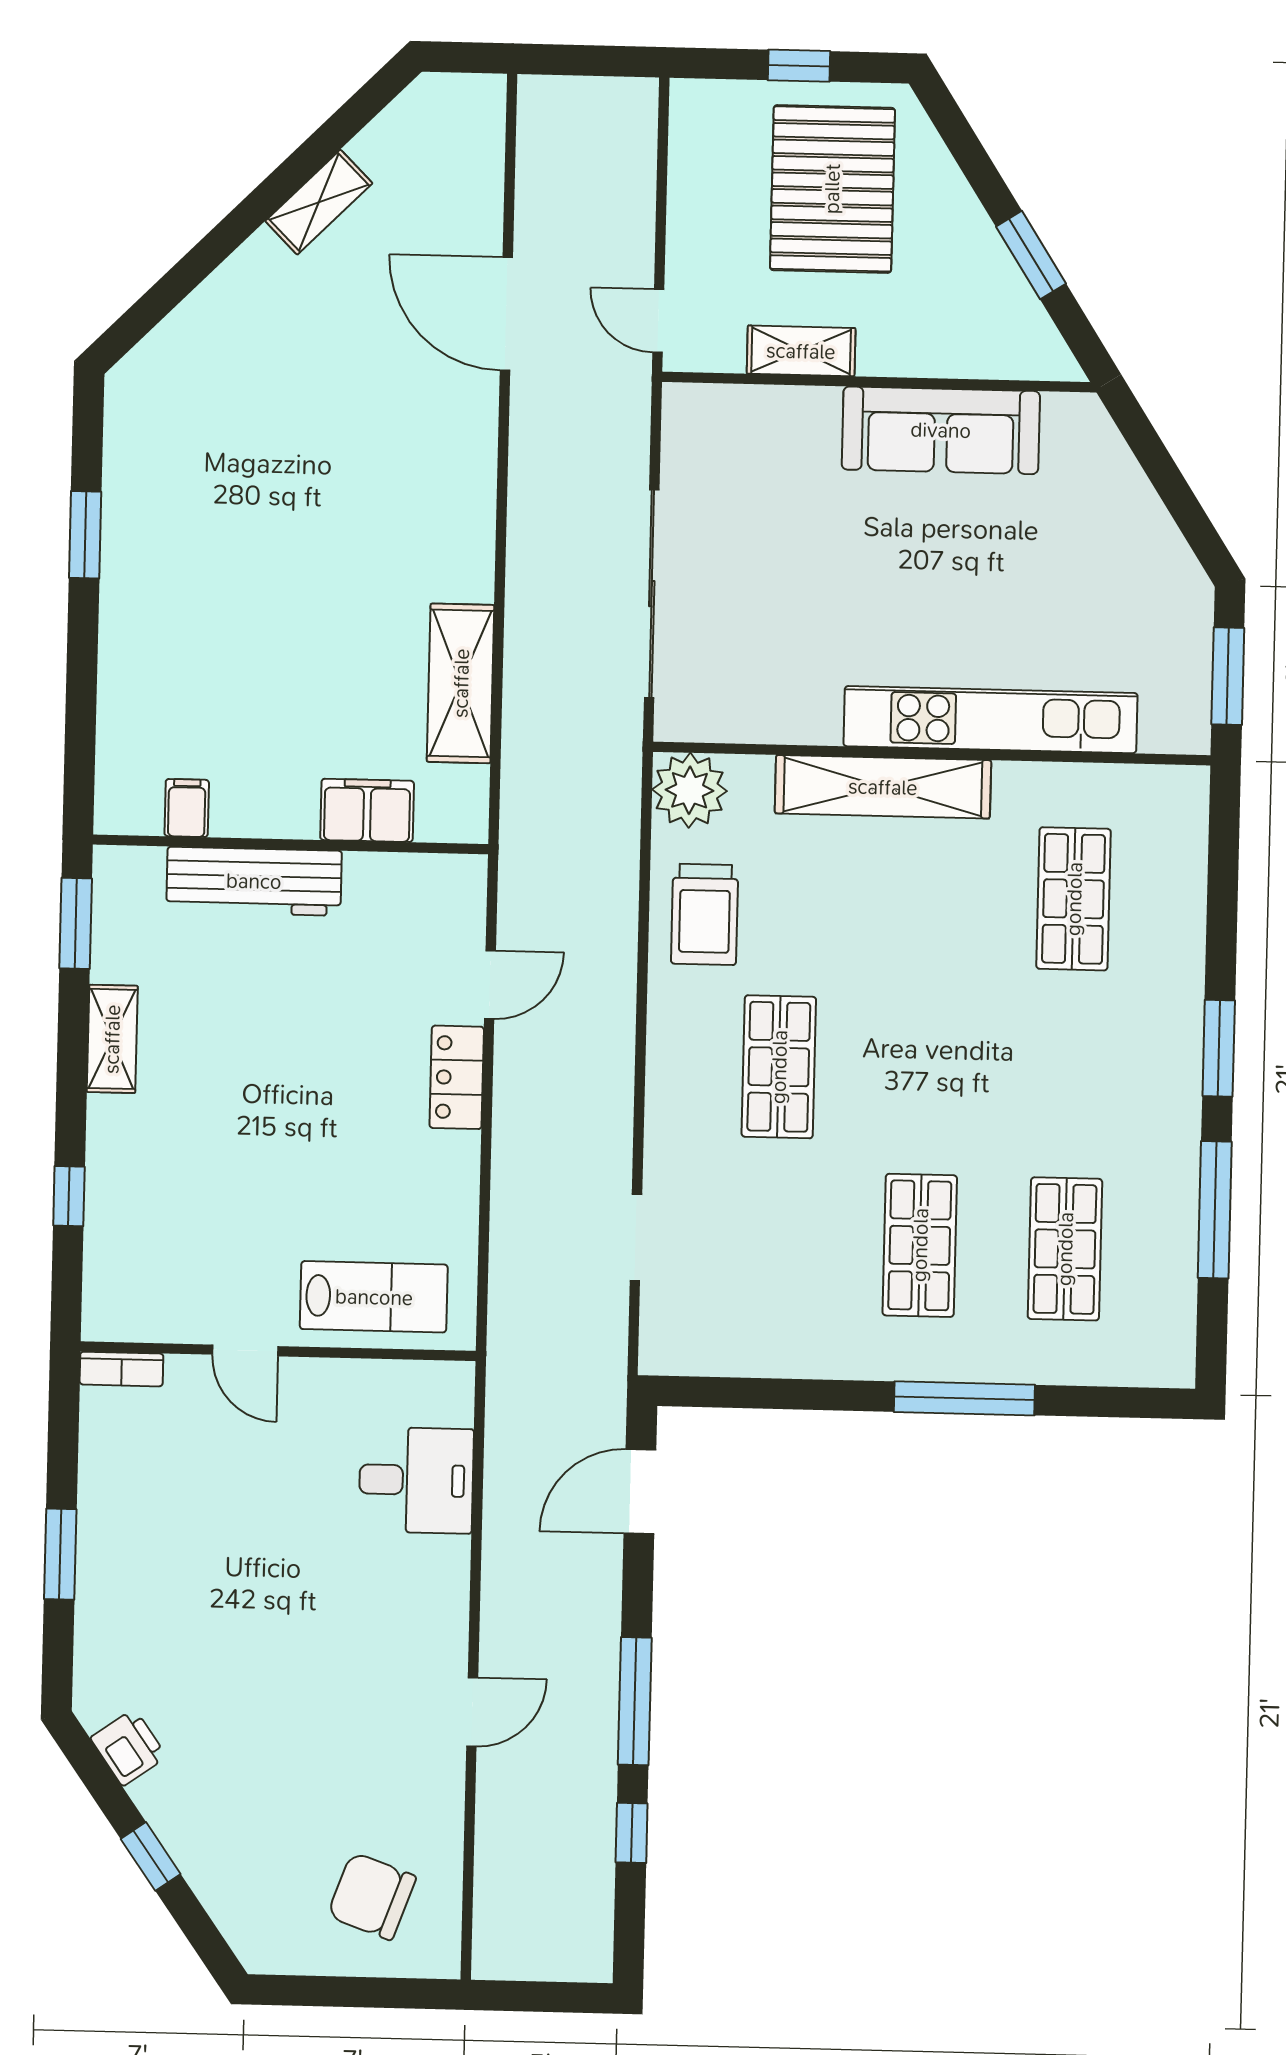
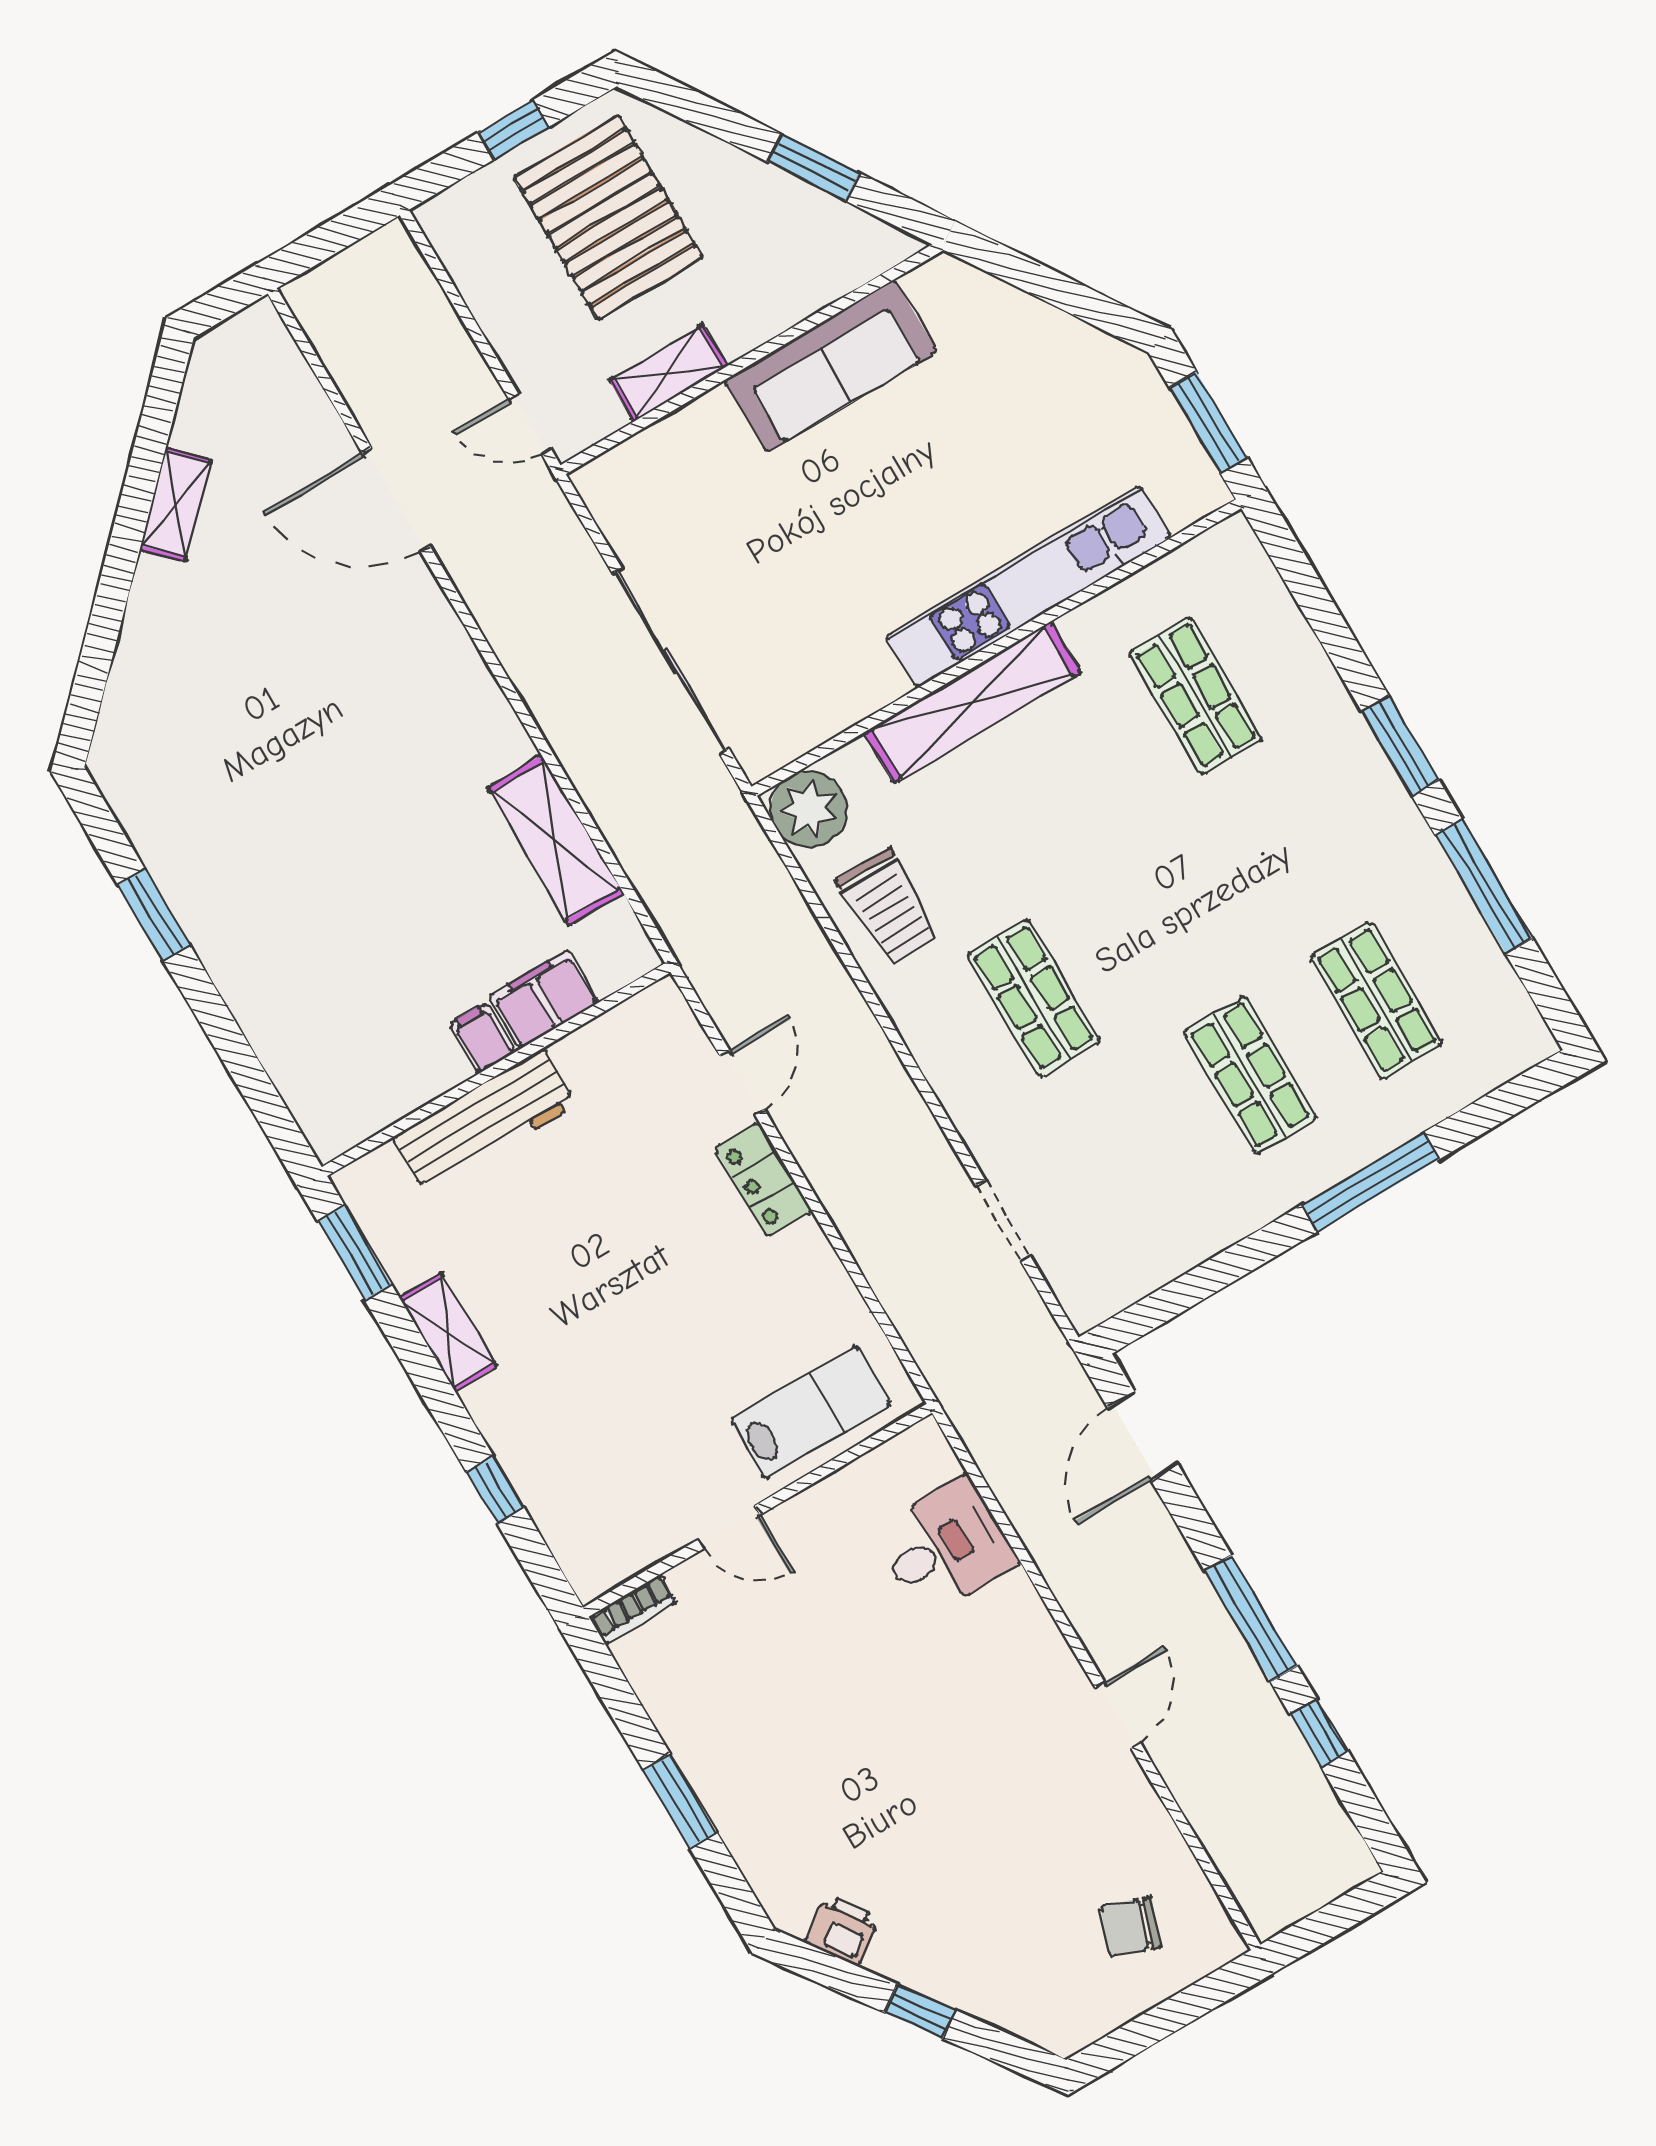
filing cabinet: (187, 808) -> (482, 1038), moved
chair: (372, 1896) -> (1130, 1927), width x0.73, depth x0.73

